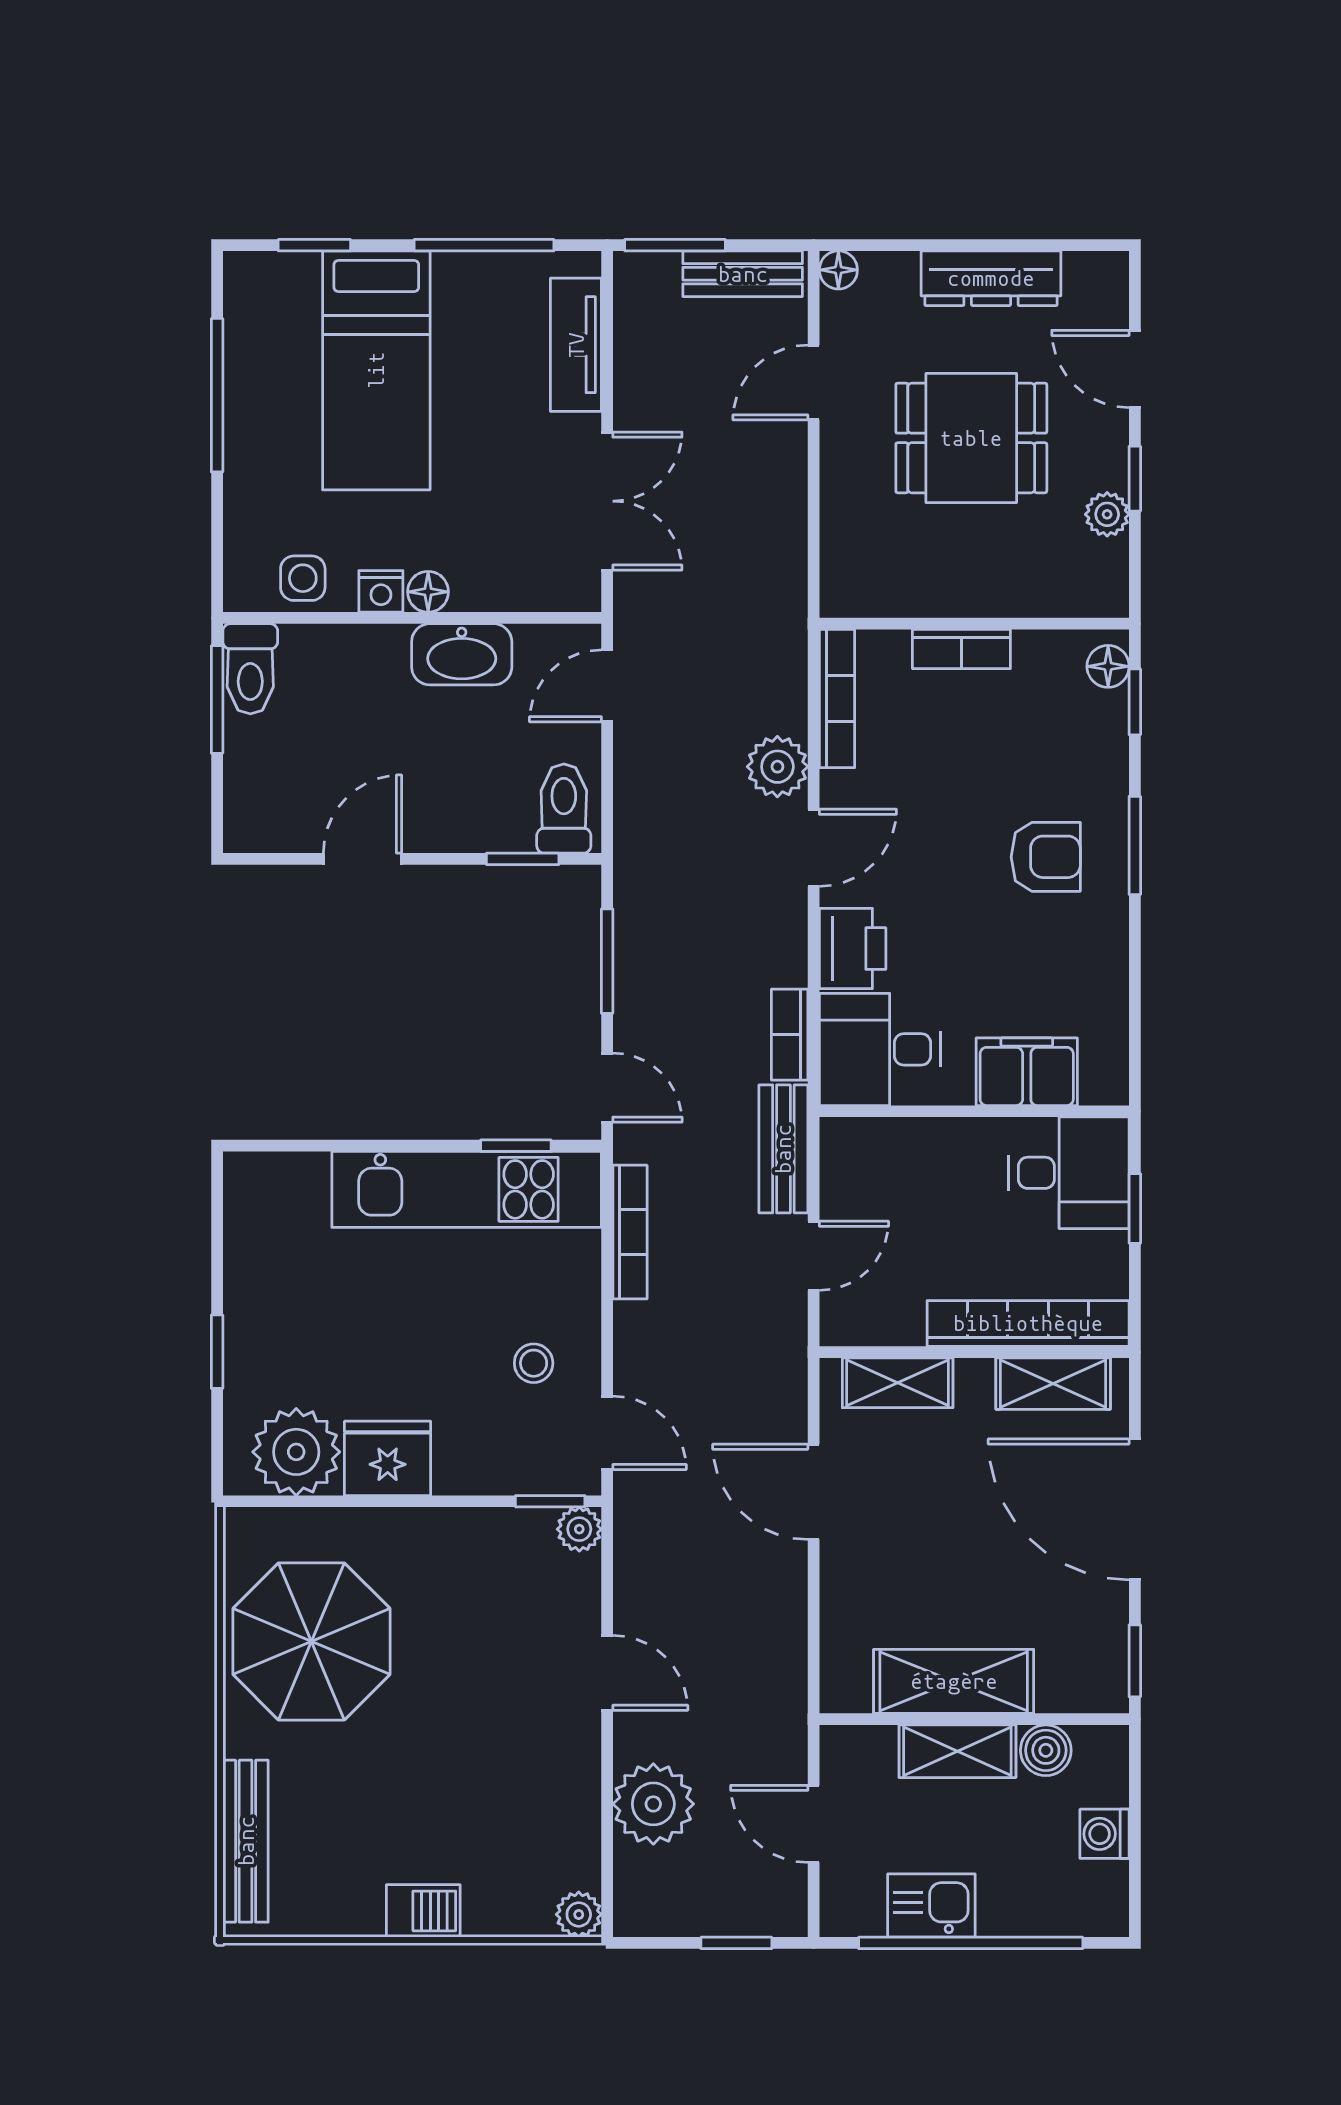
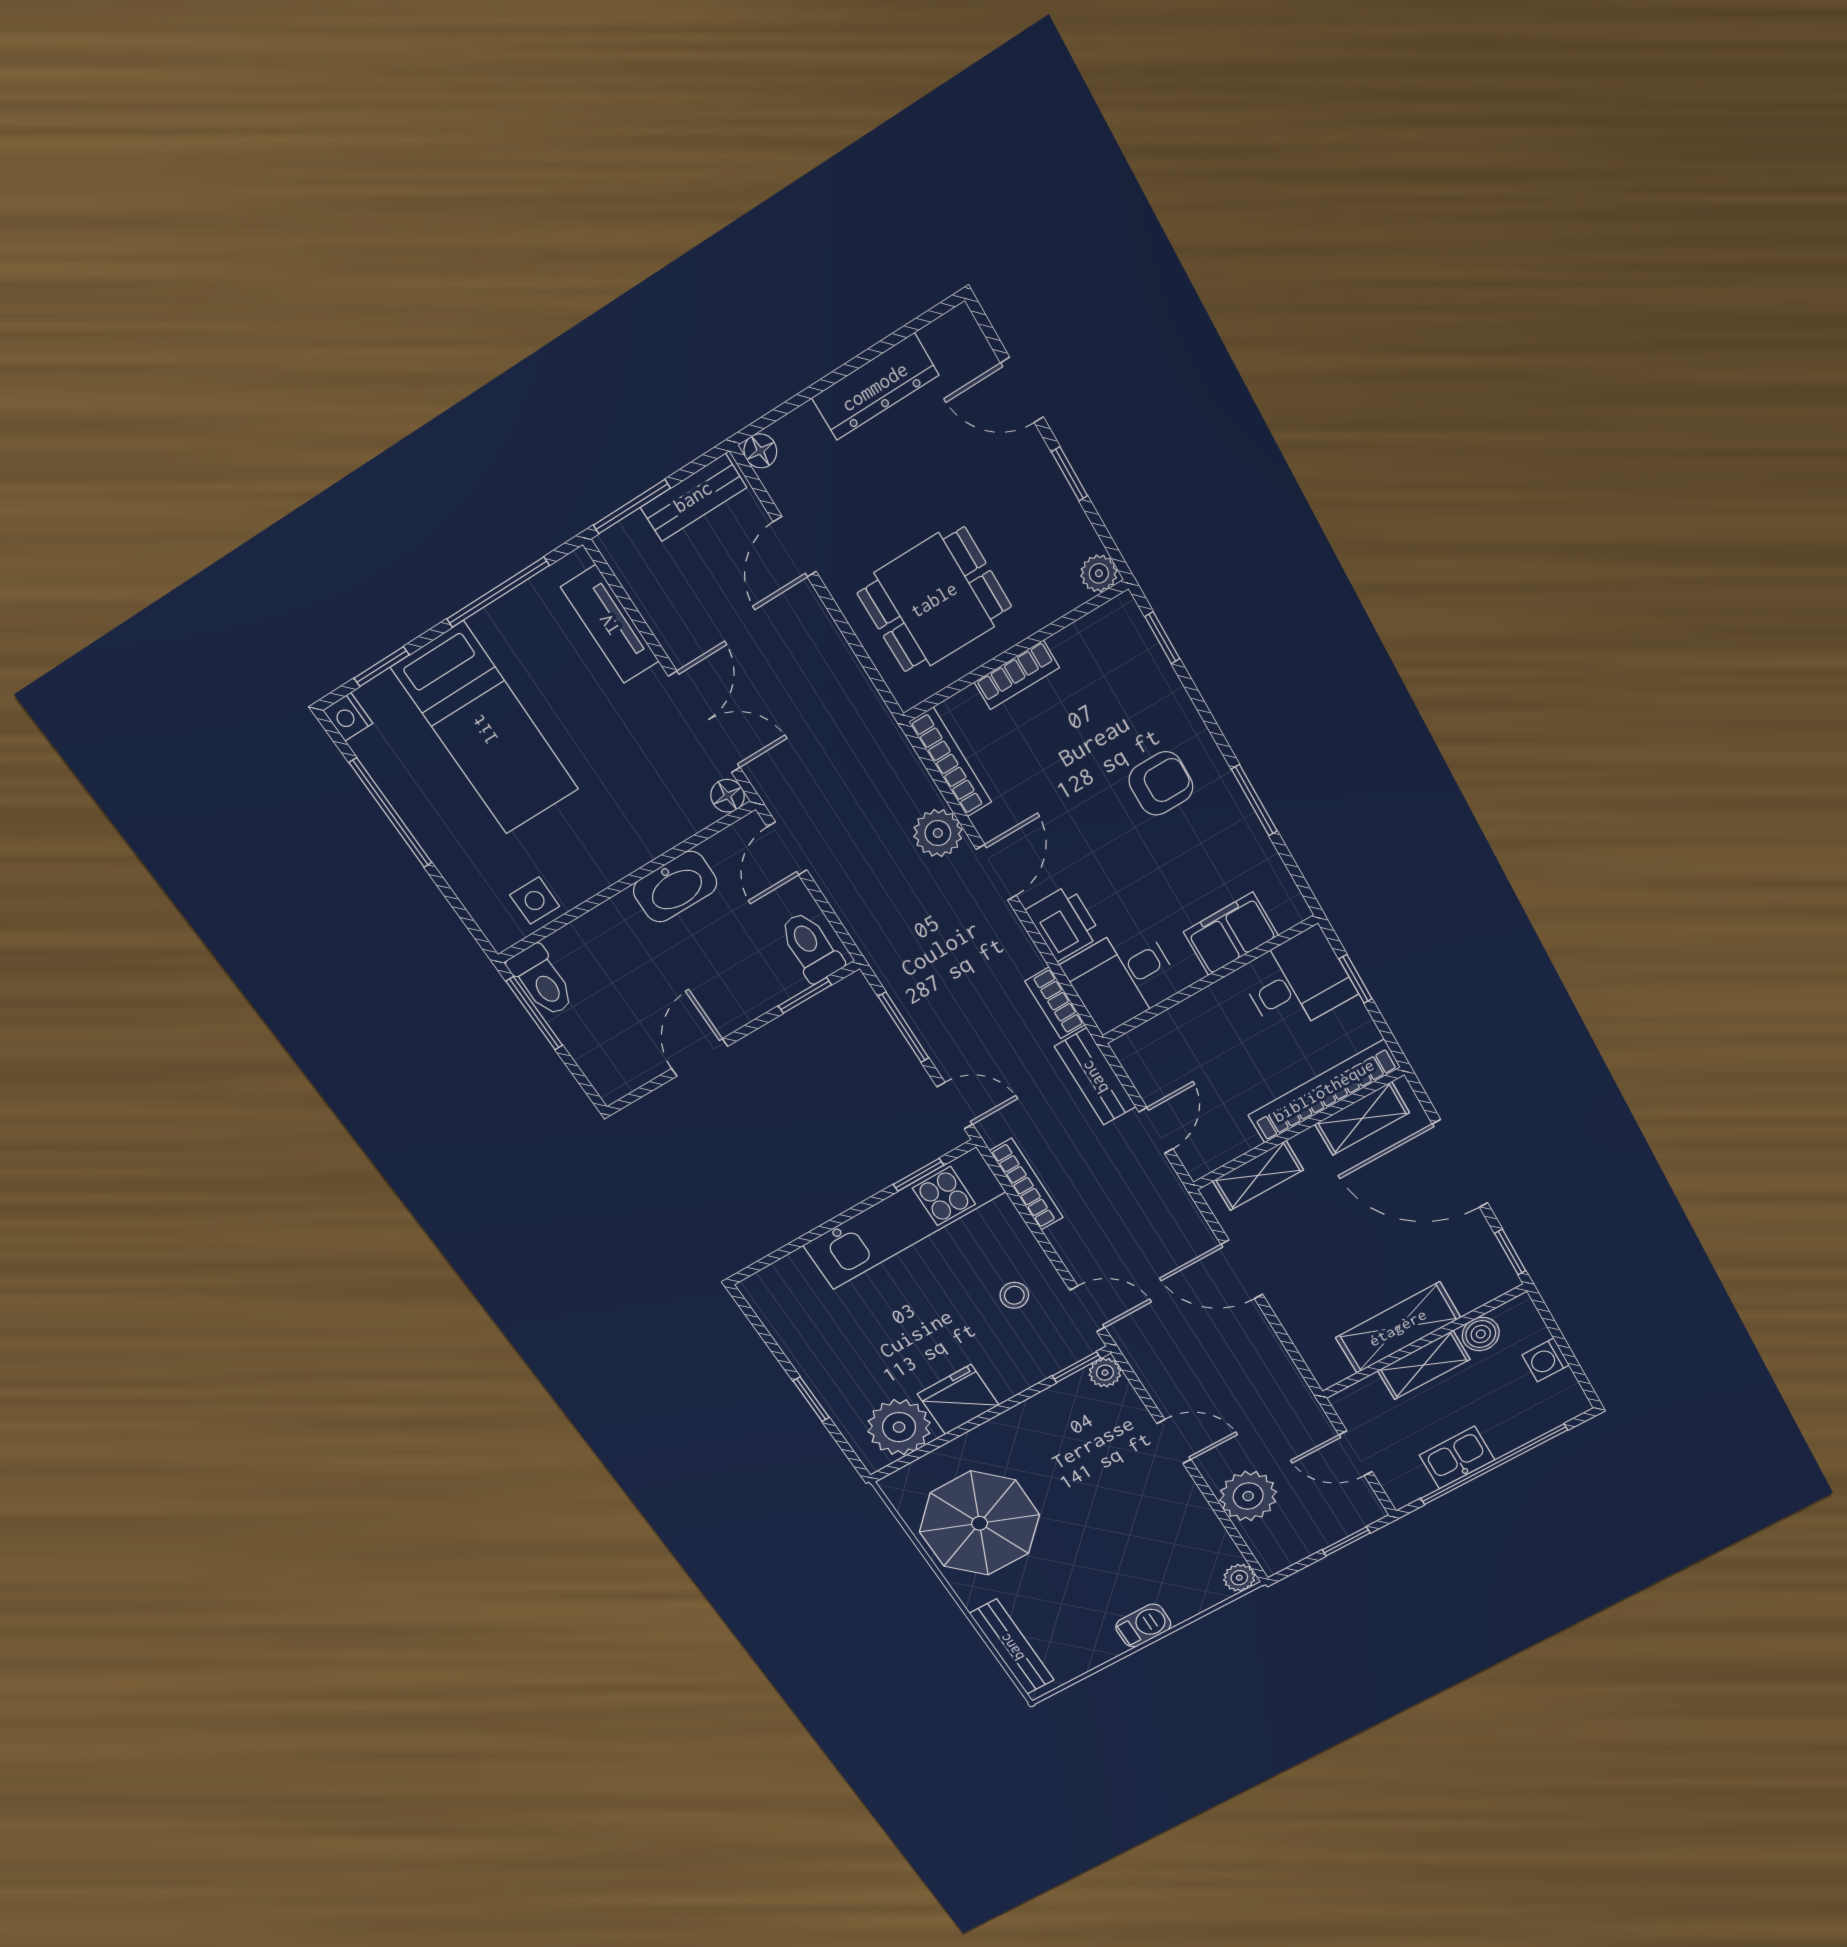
dining table: (971, 438) -> (934, 600), moved
plant: (1107, 514) -> (1099, 573), moved
nightstand: (381, 591) -> (348, 717), moved, turned 90
floor lamp: (428, 592) -> (728, 796), moved
floor lamp: (1108, 666) -> (1129, 624), removed
window: (1135, 845) -> (1254, 800), moved

